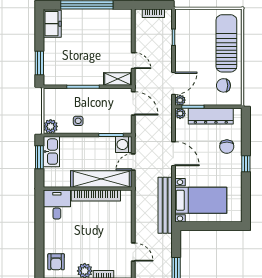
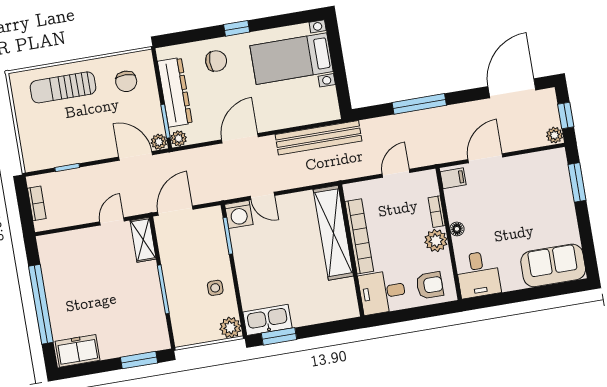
sun lounger: (226, 43) -> (63, 87), width x0.73, depth x0.75
shelving: (101, 179) -> (333, 233), moved
wall: (88, 189) -> (351, 250), moved
bookcase: (96, 196) -> (359, 236), moved
bed with nightstands: (201, 200) -> (291, 59), moved, turned -90
desk: (57, 204) -> (382, 292), moved

